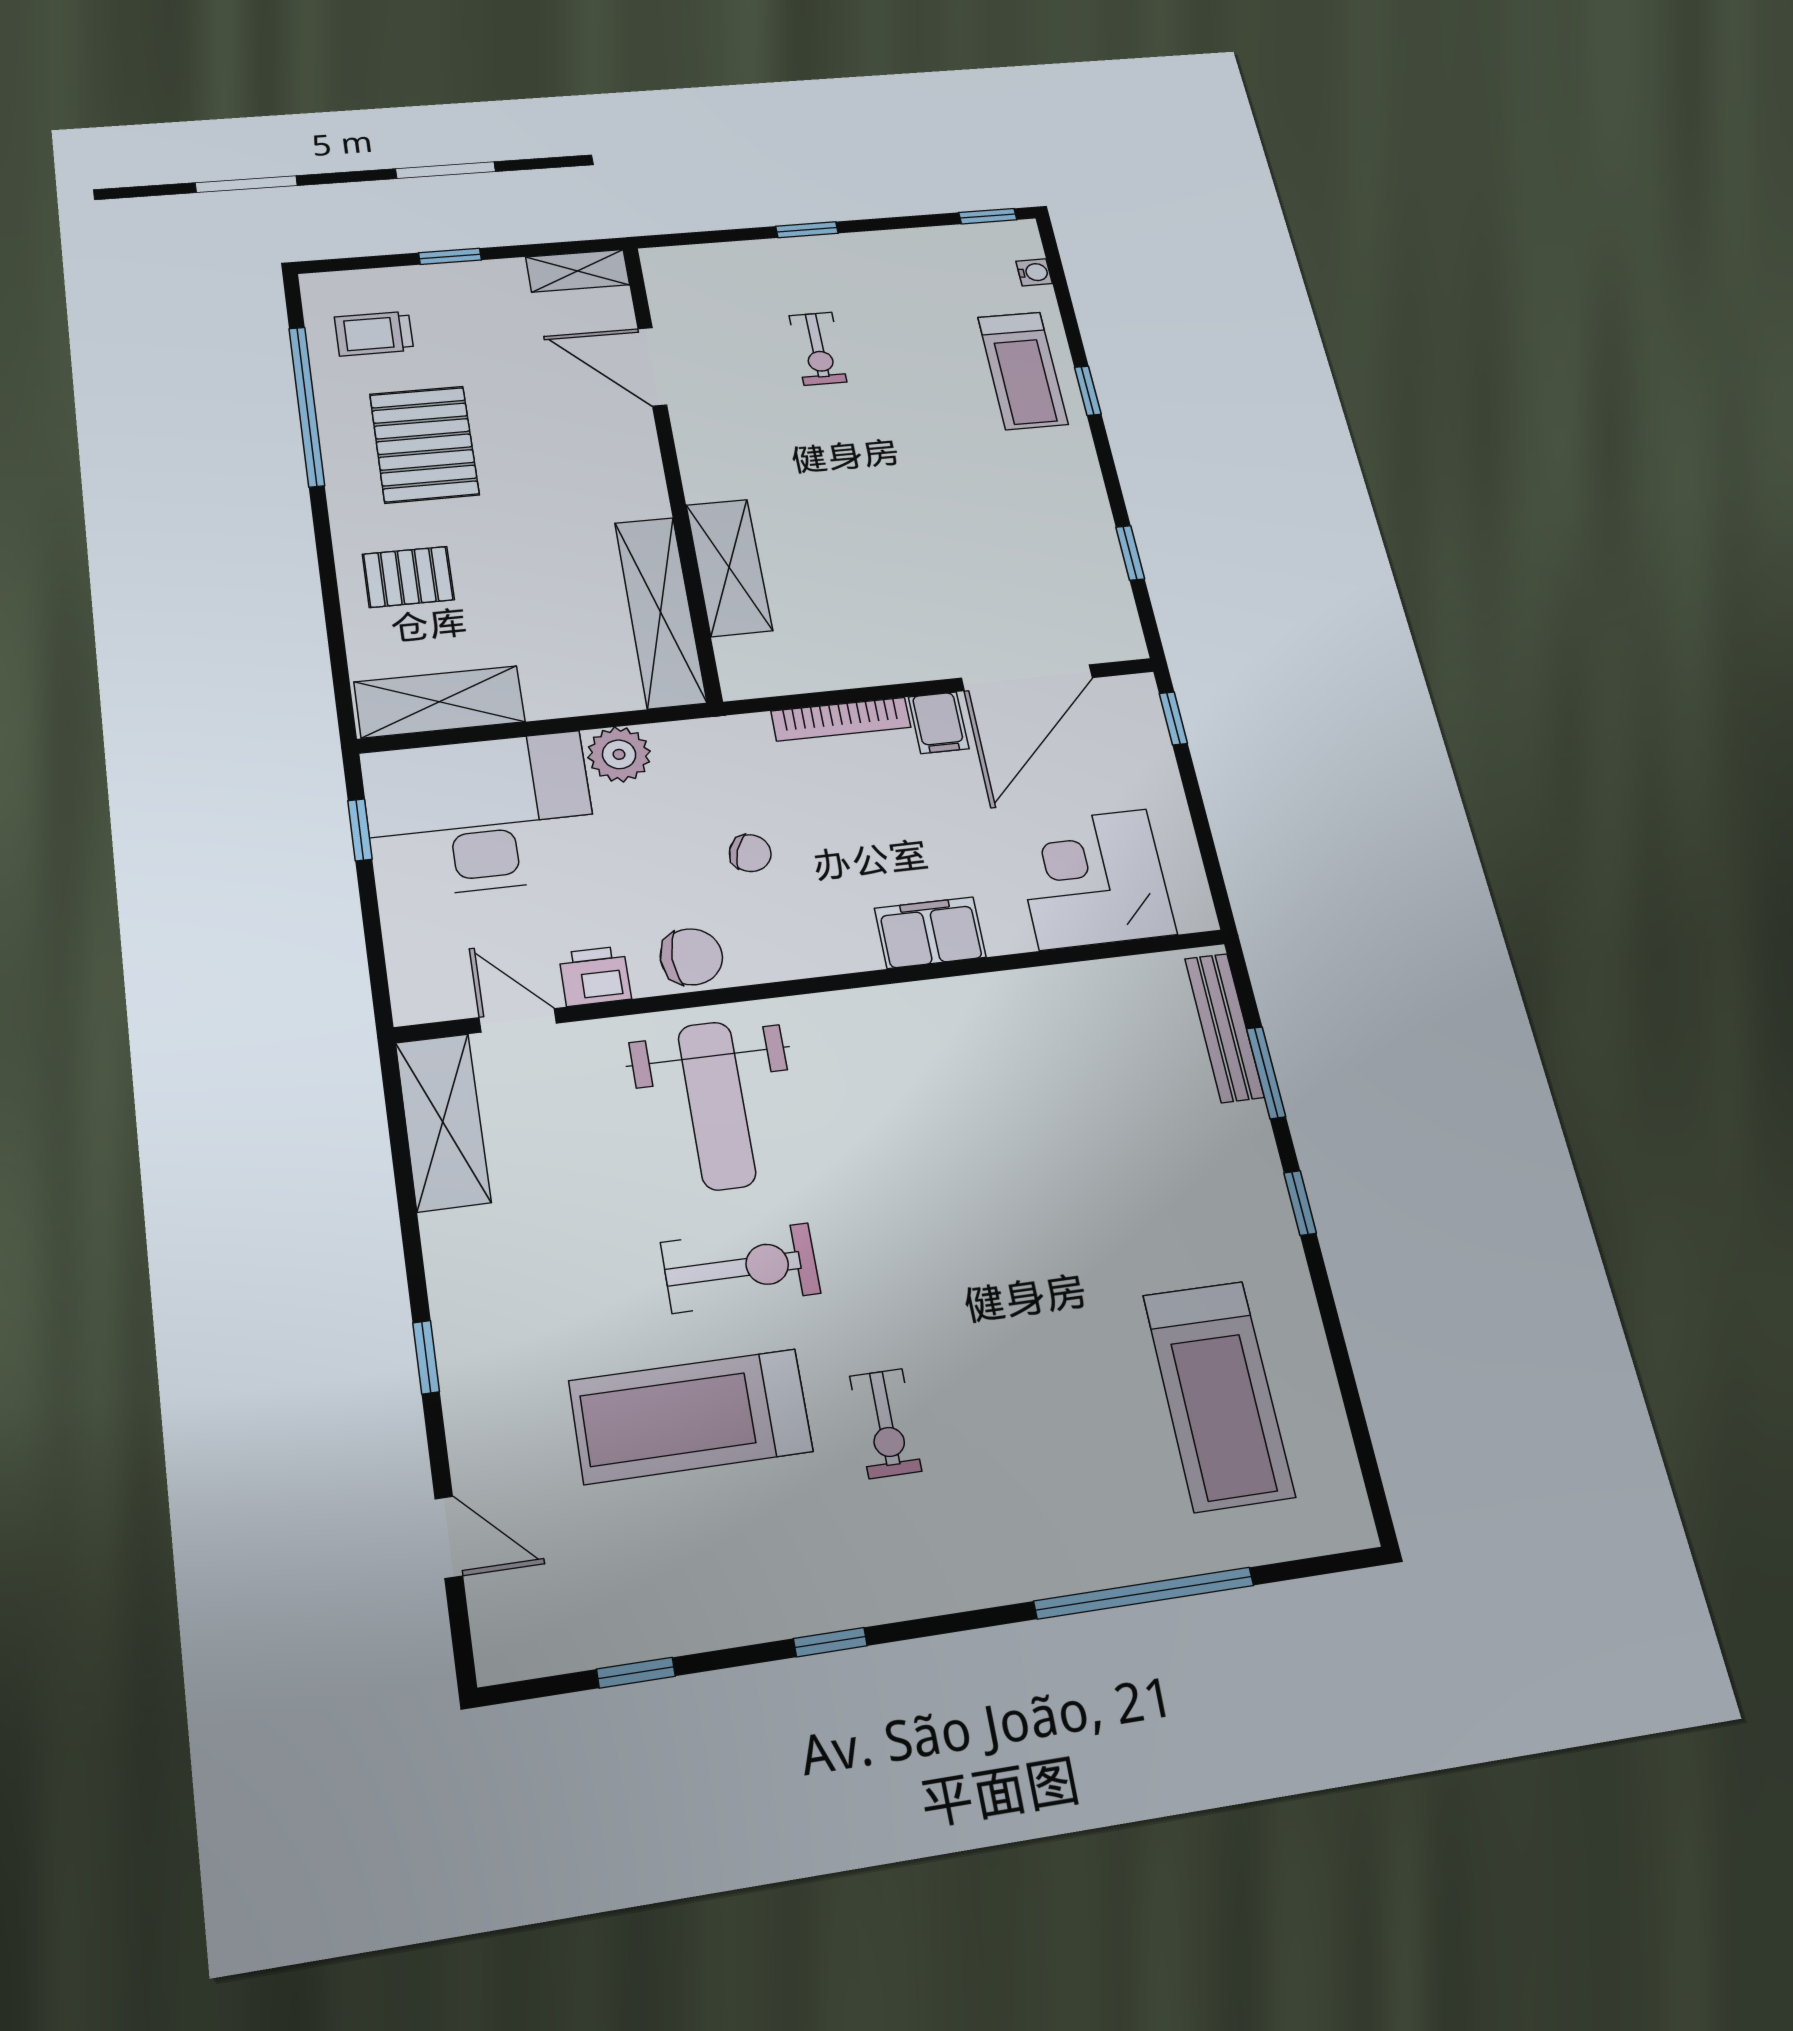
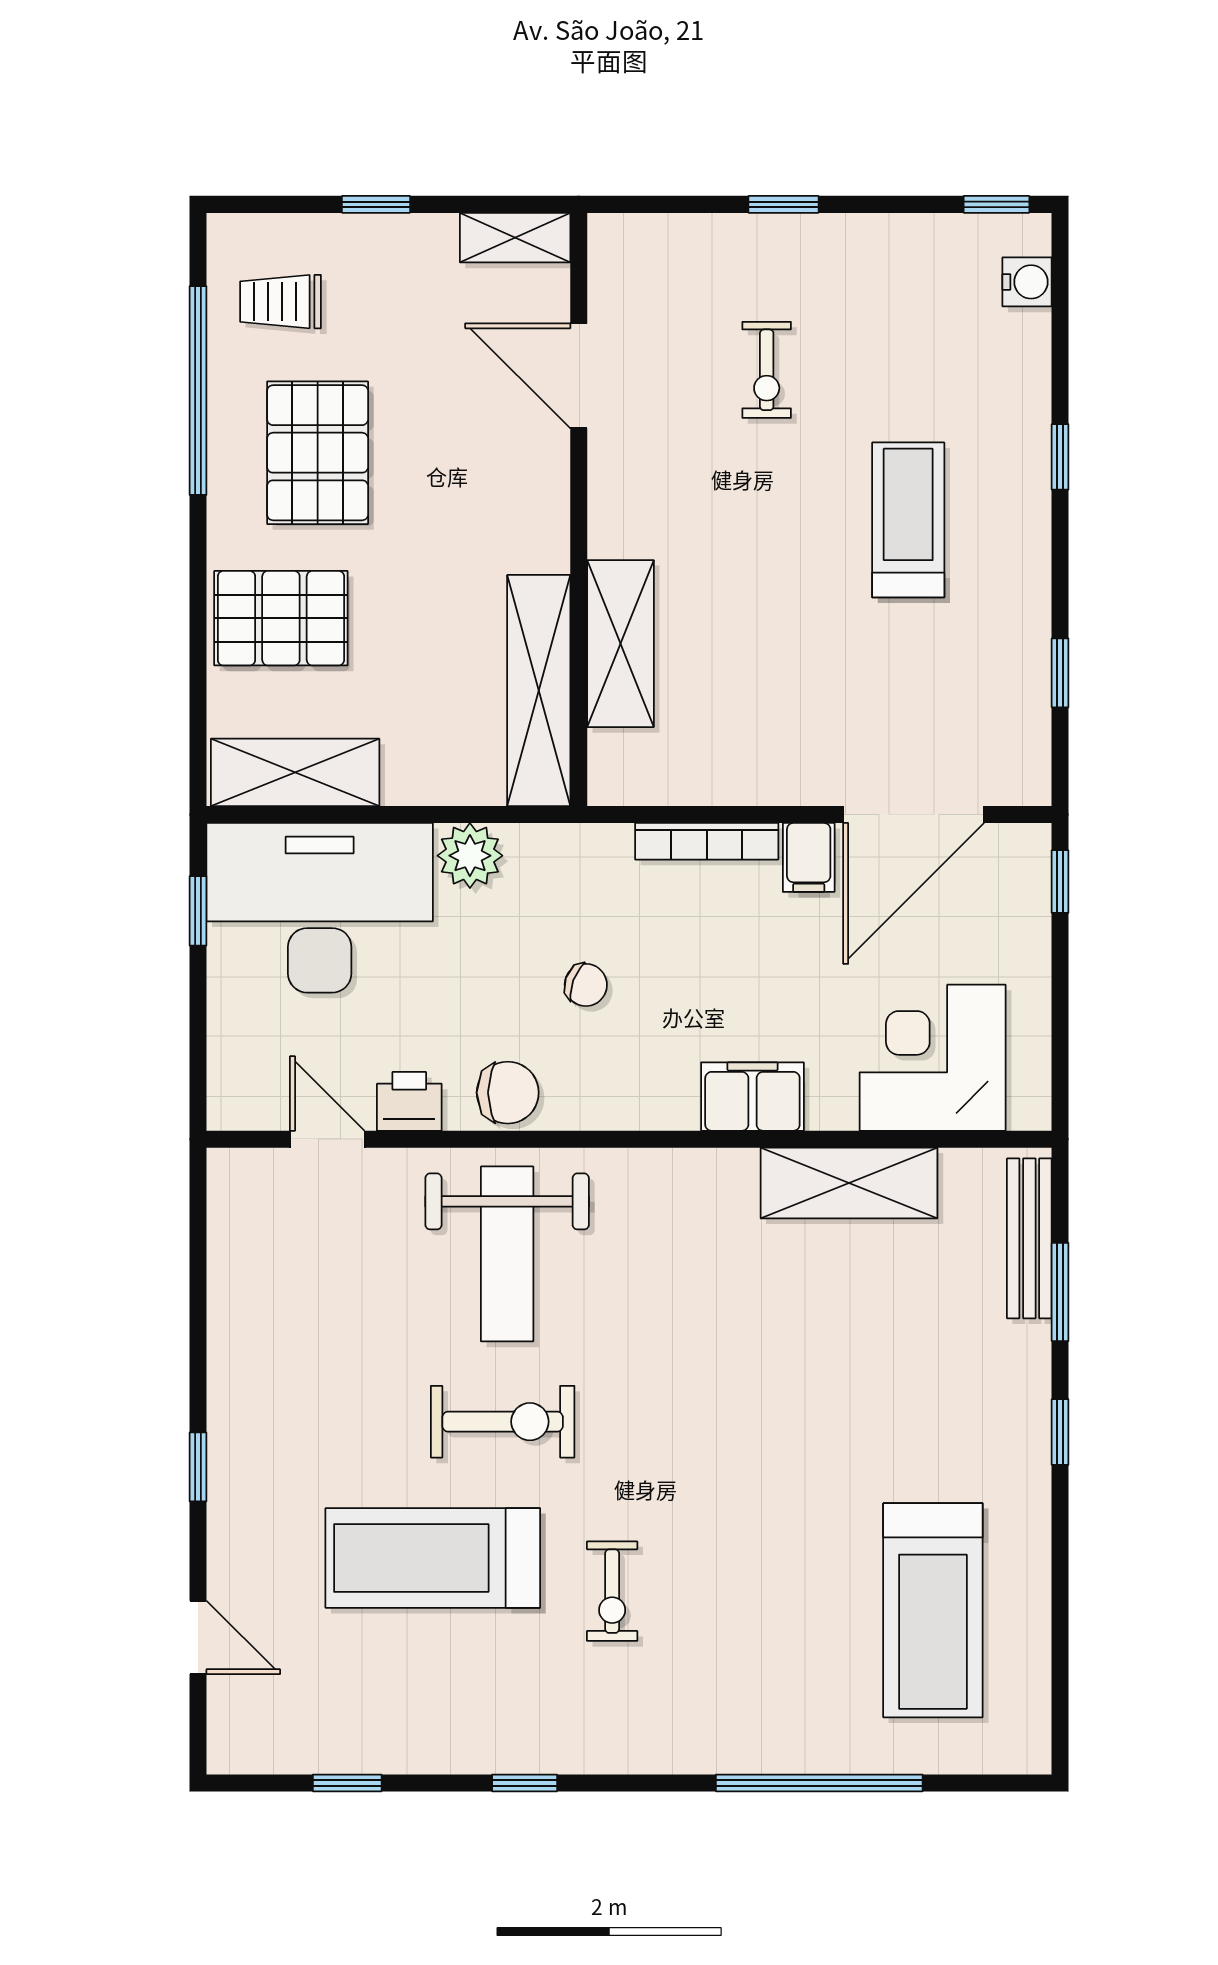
water cooler: (1034, 272) -> (1027, 282), width x1.38, depth x1.38
treadmill: (1023, 371) -> (908, 520), moved, turned 180
pallet: (408, 577) -> (281, 618), width x1.50, depth x1.42
shelving: (443, 1122) -> (849, 1183), moved, turned 90

